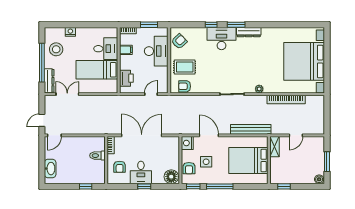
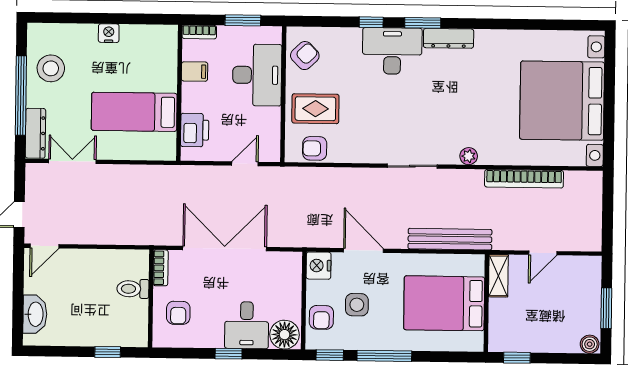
nightstand: (70, 32) -> (109, 33), moved
desk: (106, 49) -> (153, 69), removed
desk: (141, 172) -> (247, 325), moved

